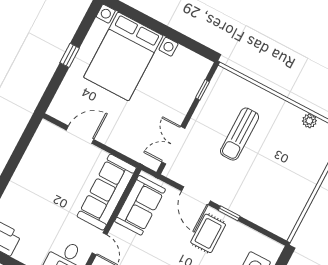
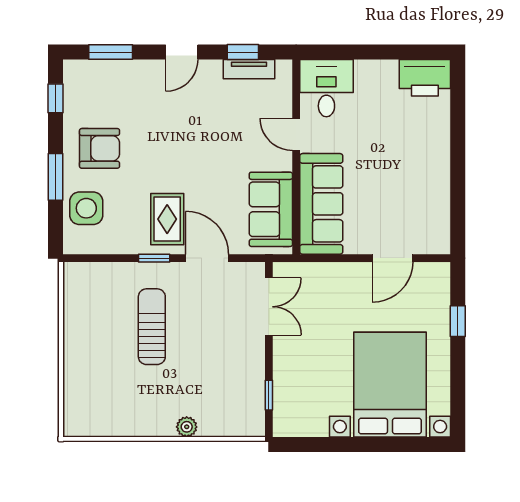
window: (70, 55) -> (458, 321), moved
plant: (309, 121) -> (187, 427), moved
sun lounger: (240, 134) -> (152, 327), moved

